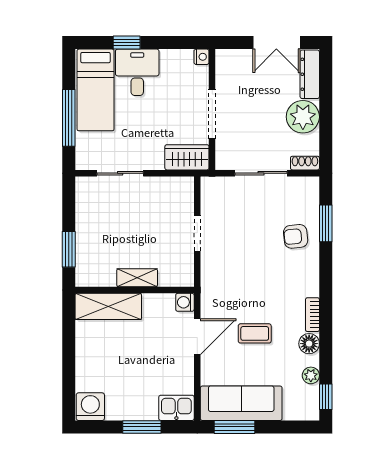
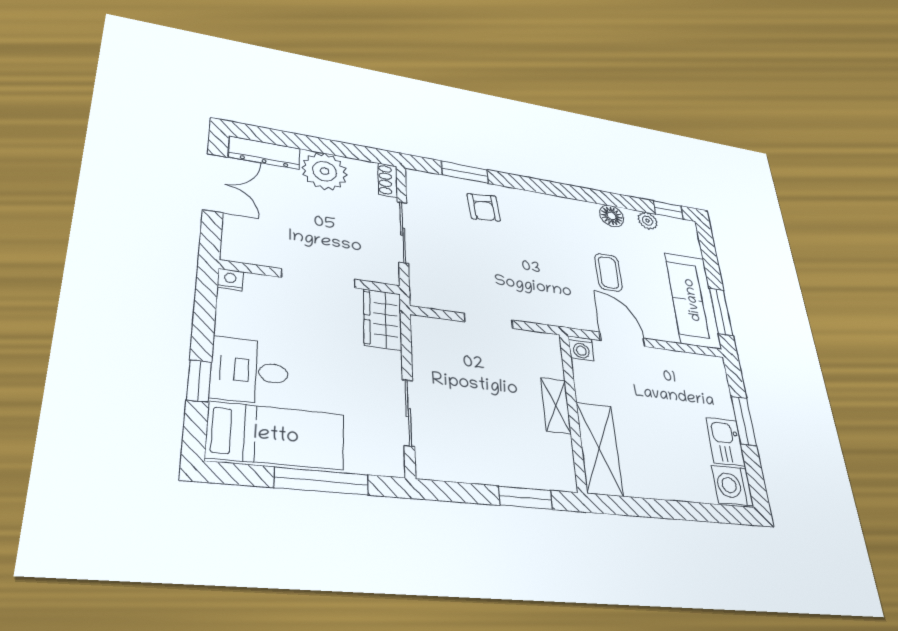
bookcase: (312, 315) -> (577, 206), removed
kitchen sink: (176, 408) -> (725, 442), moved

